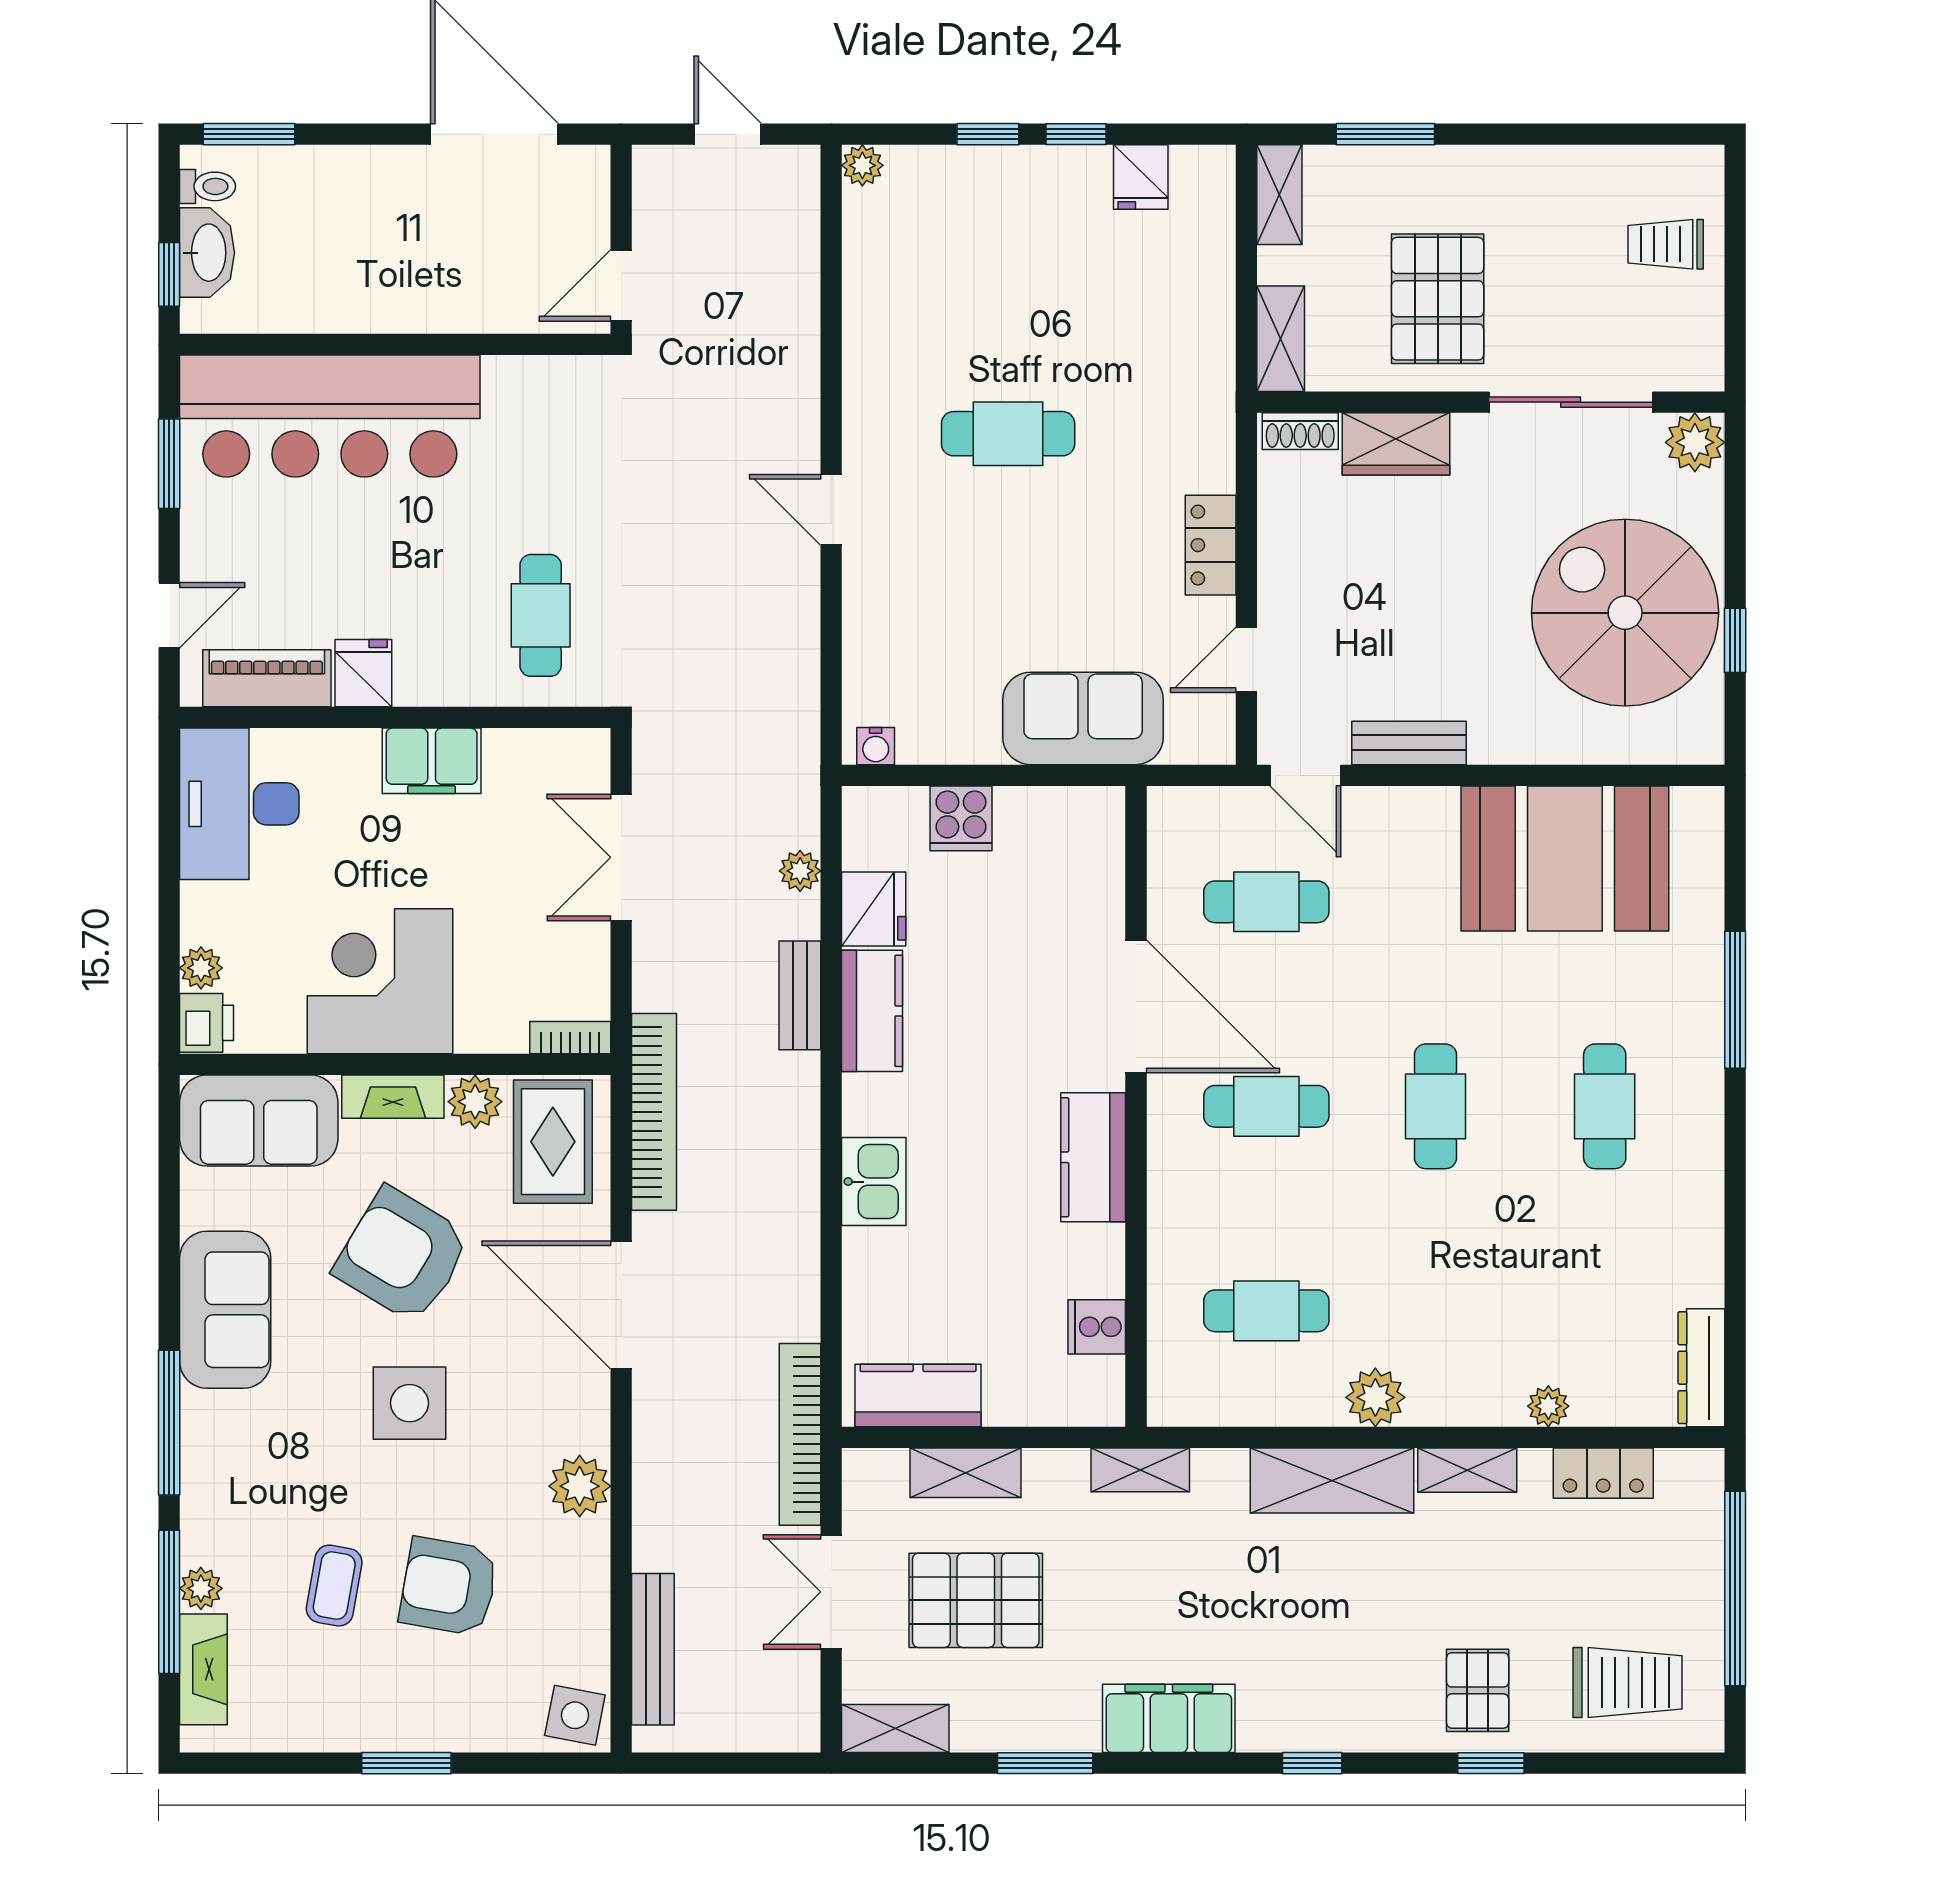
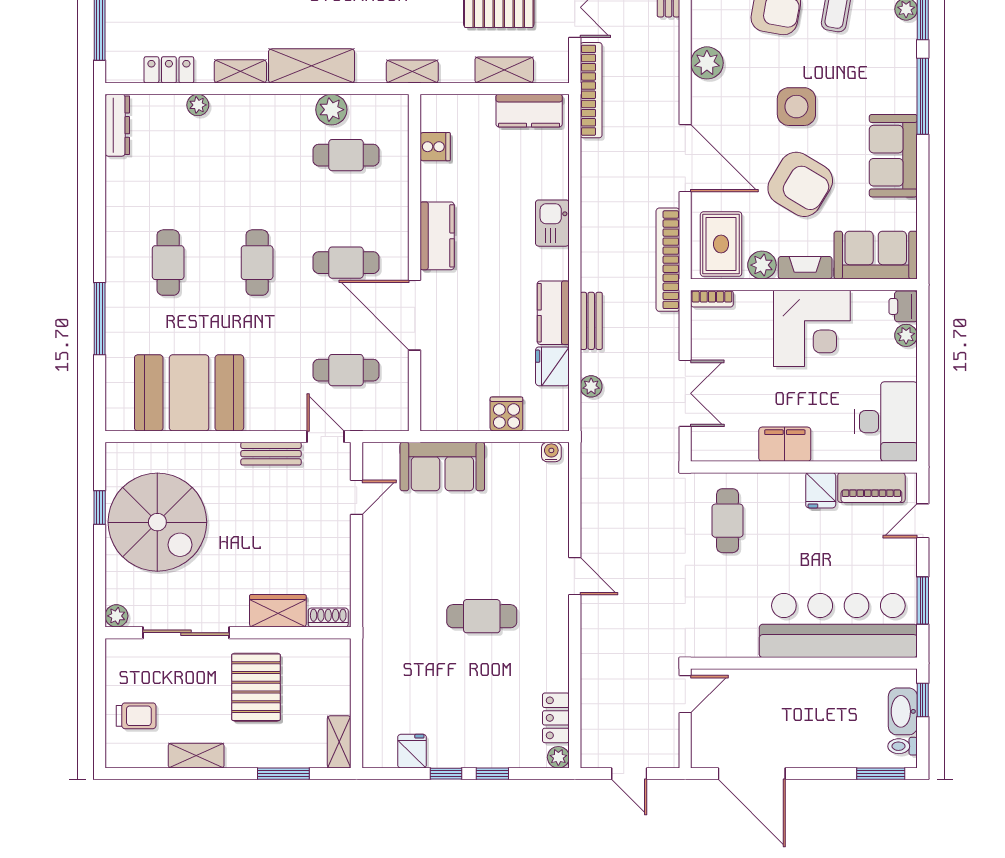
shelving: (1281, 339) -> (196, 756), moved, turned 90
plant: (1695, 442) -> (116, 616), width x0.73, depth x0.73
locker: (1211, 545) -> (556, 718), moved, turned 180
plant: (1375, 1397) -> (331, 110), moved

